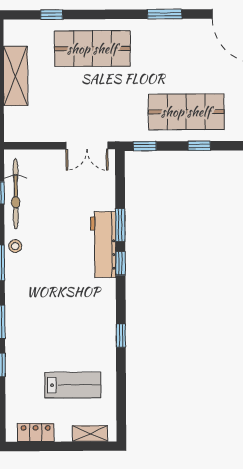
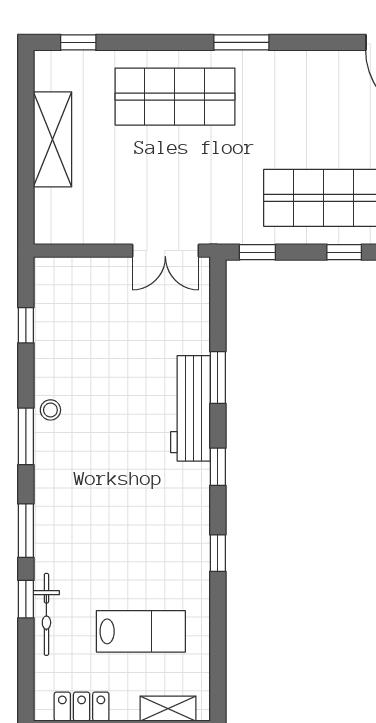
window: (165, 14) -> (241, 42), moved
window: (52, 15) -> (78, 42), moved
bicycle: (16, 194) -> (46, 614), moved, width x0.73, depth x0.71
window: (120, 263) -> (218, 467), moved

